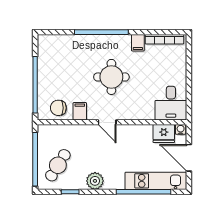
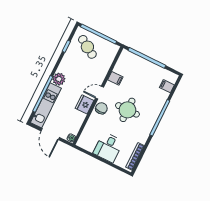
filing cabinet: (138, 43) -> (167, 86), moved
desk: (171, 103) -> (108, 147), moved, turned -90
chair: (58, 108) -> (101, 108), moved
fridge: (164, 134) -> (84, 104), moved
door: (189, 158) -> (50, 134), swing flipped
plant: (95, 181) -> (59, 79), moved

